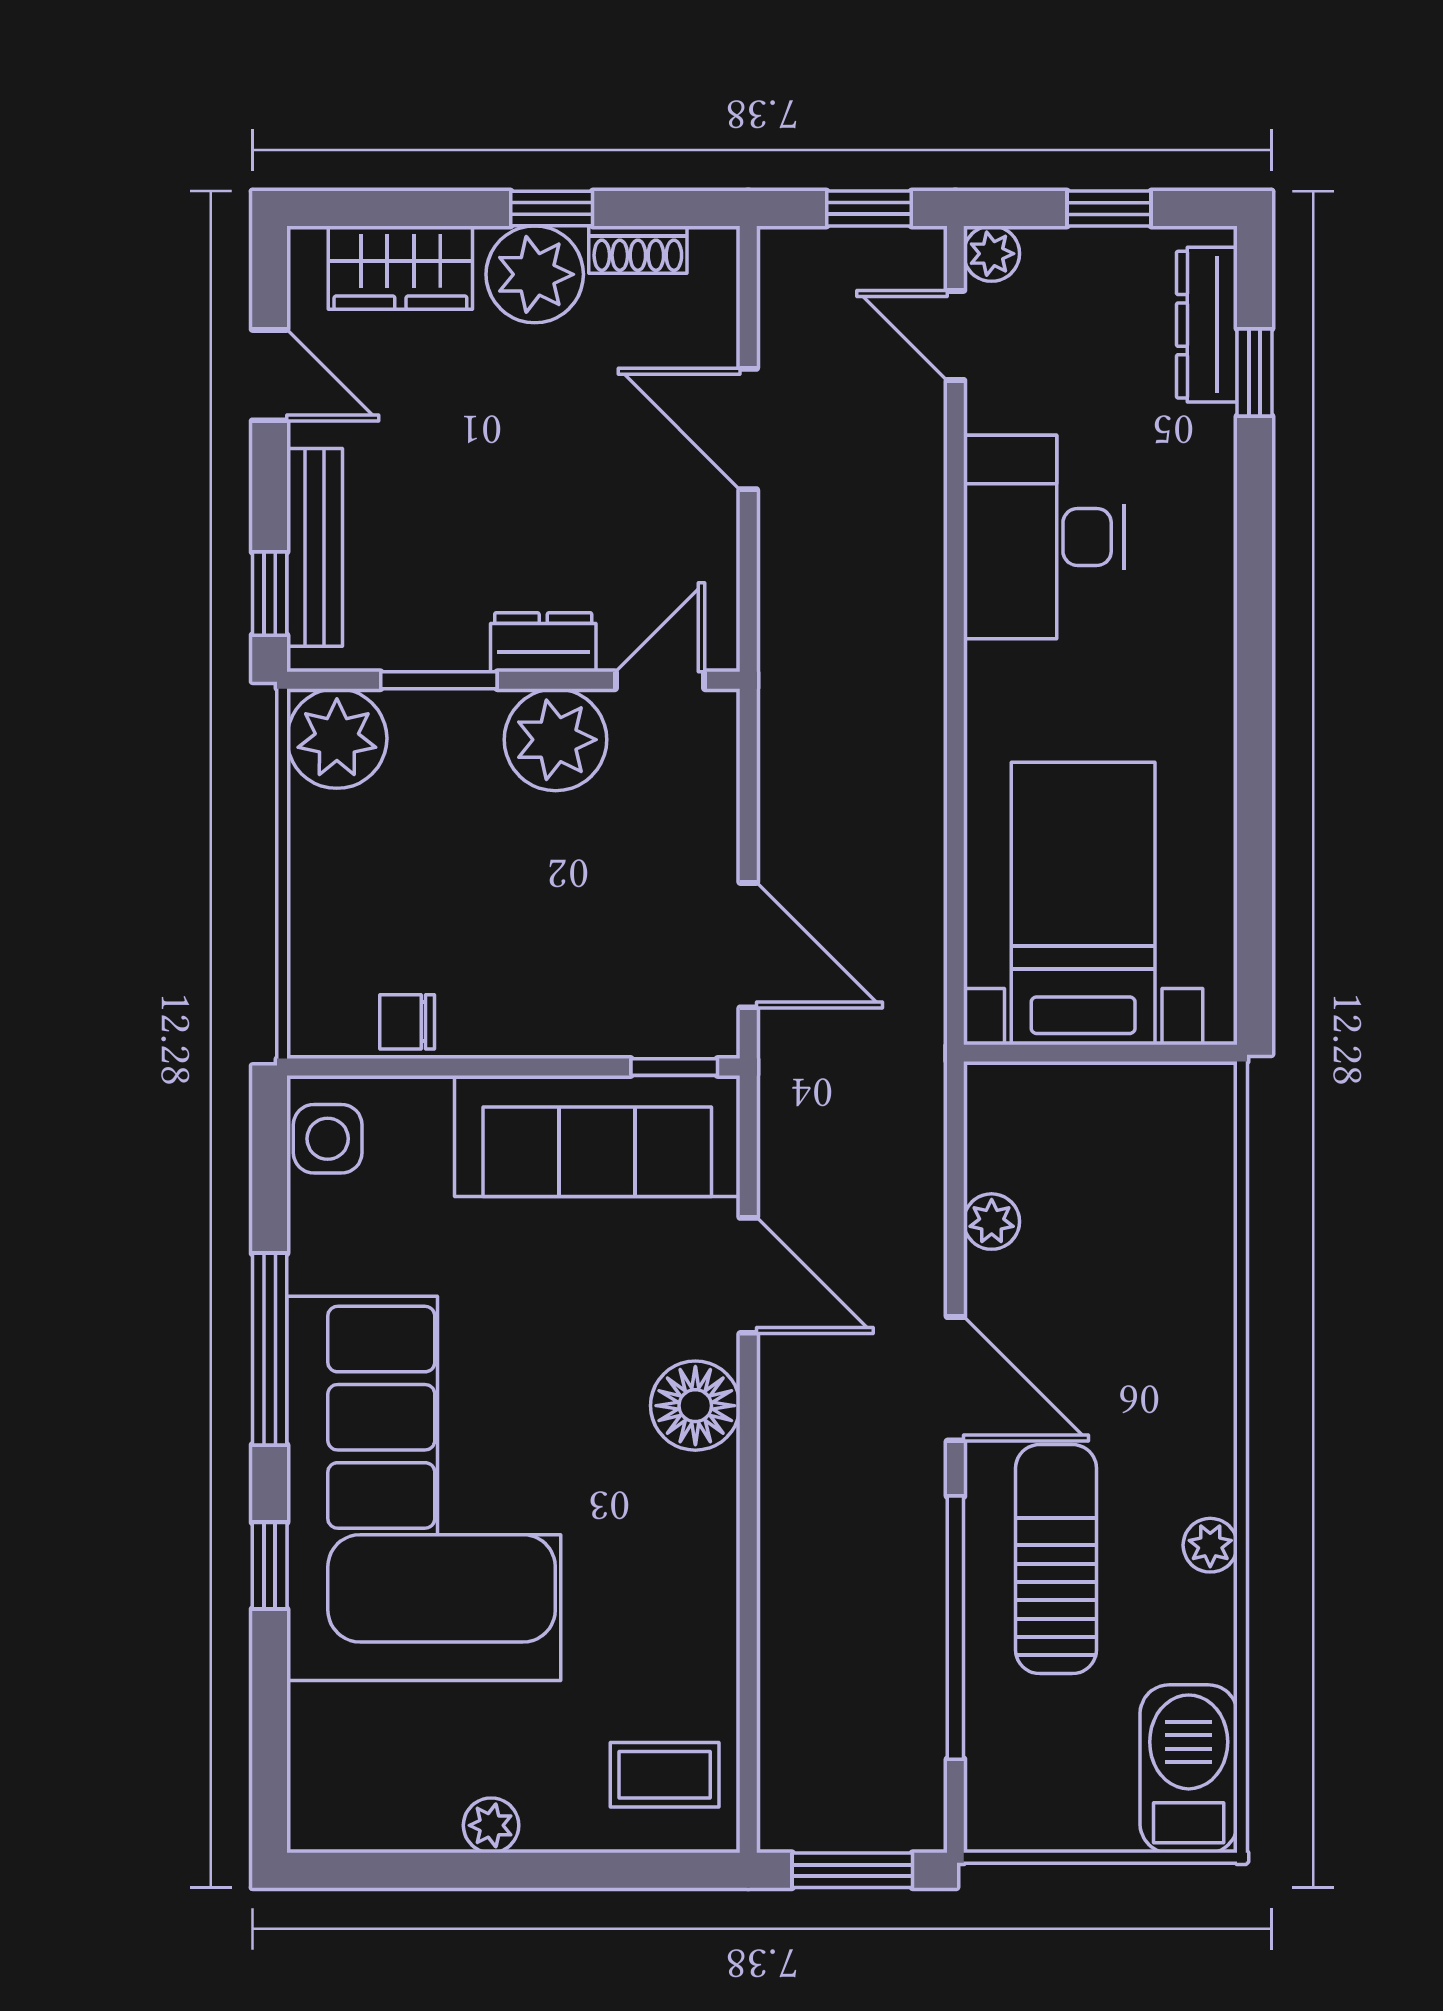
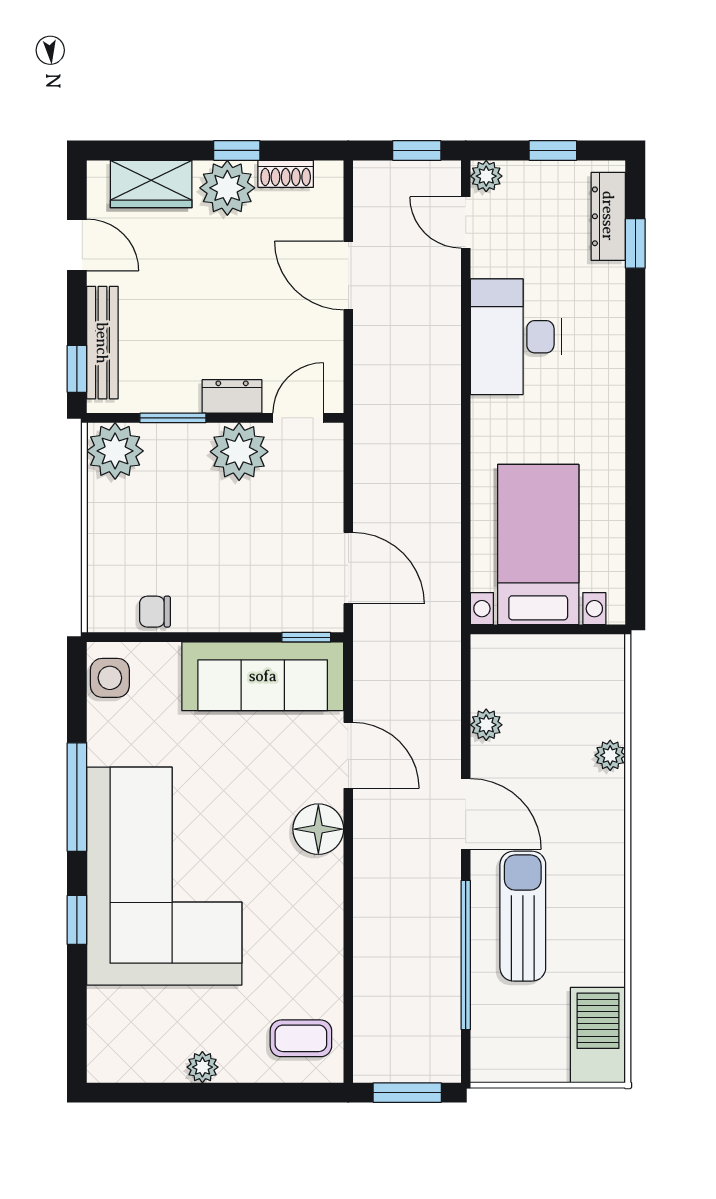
plant: (1210, 1545) -> (610, 755), moved

